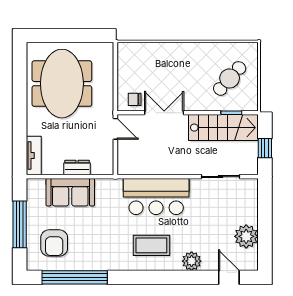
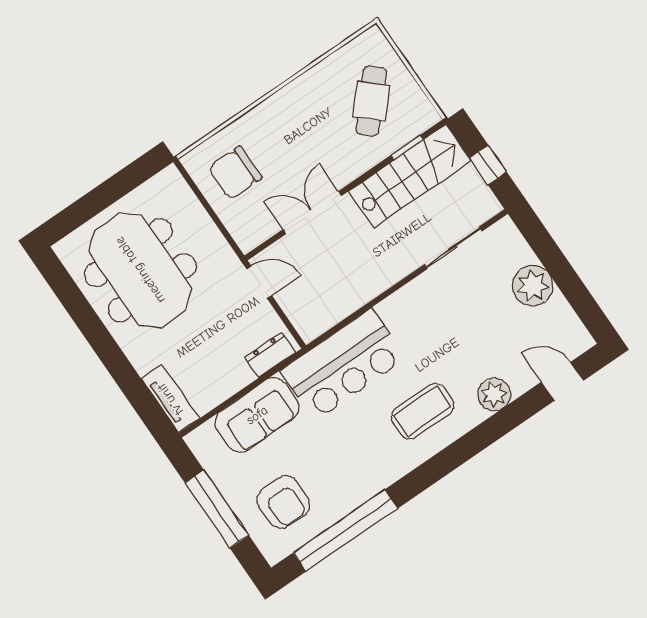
chair: (135, 99) -> (235, 173), moved, width x1.87, depth x1.87
dresser: (77, 168) -> (270, 355), moved
bar counter: (156, 196) -> (343, 365), moved
plant: (246, 236) -> (533, 286), moved

